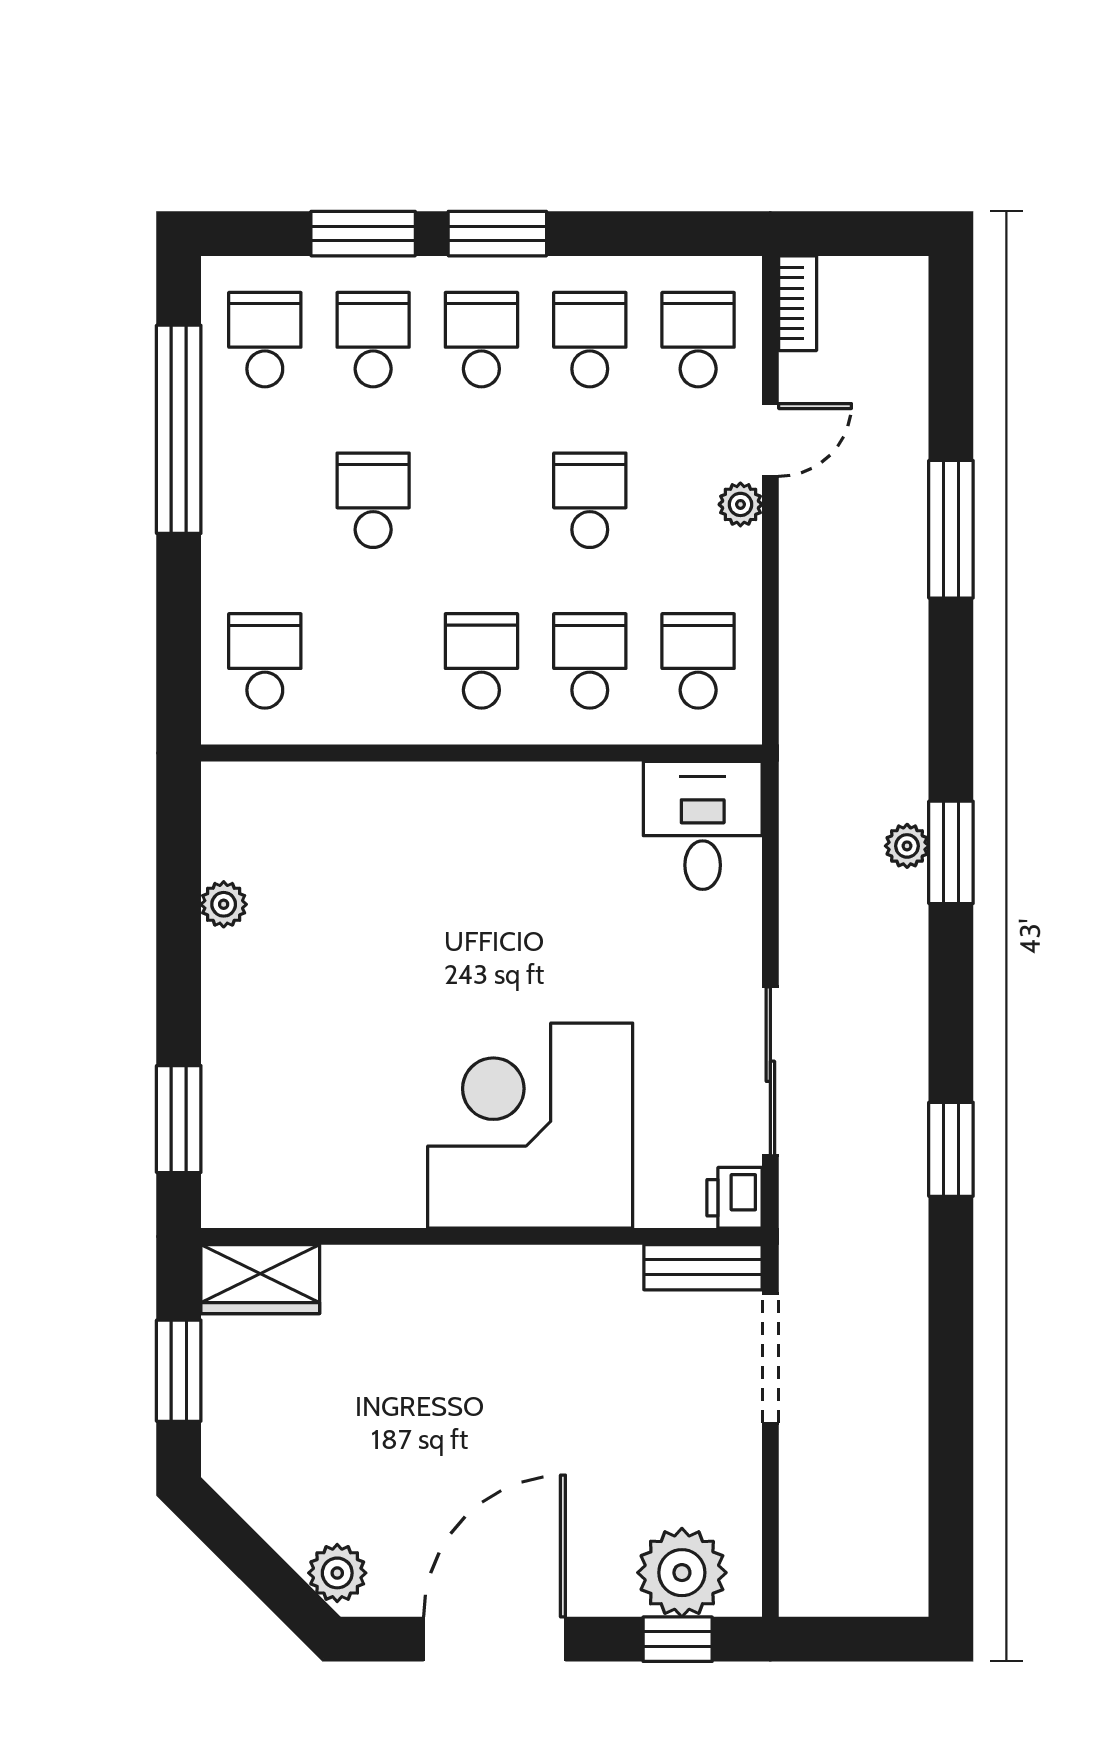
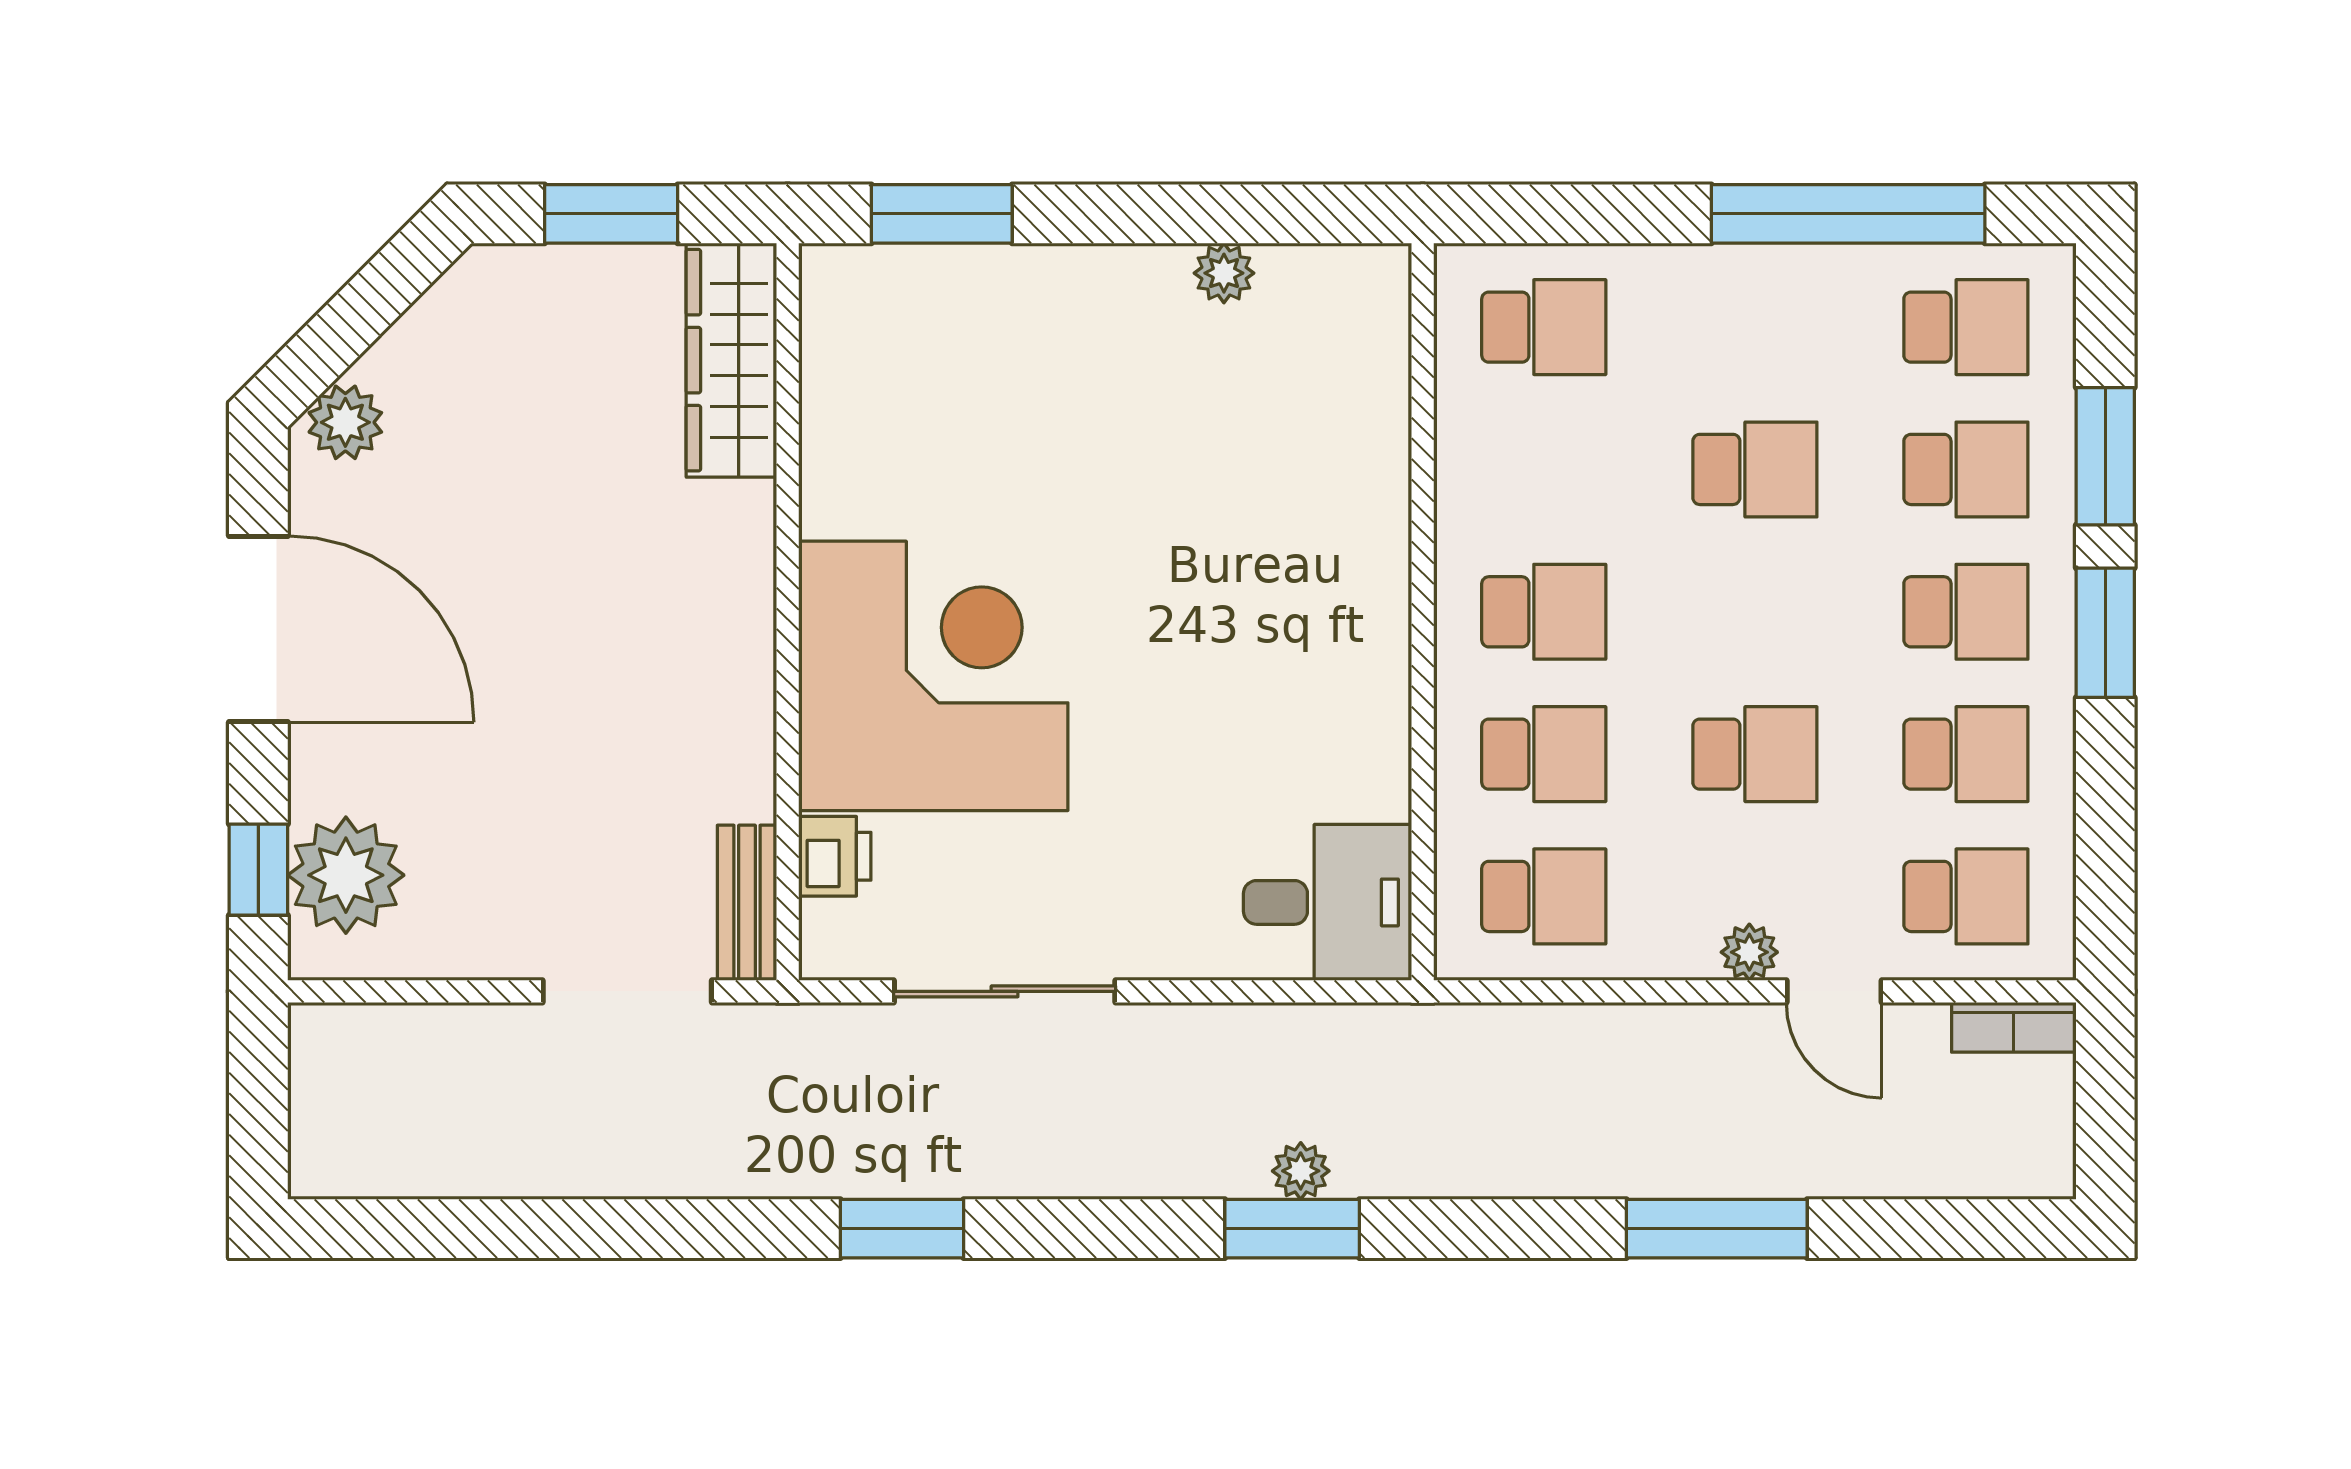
printer: (734, 1198) -> (835, 856), moved, turned 90
wardrobe: (260, 1279) -> (731, 360), width x1.50

